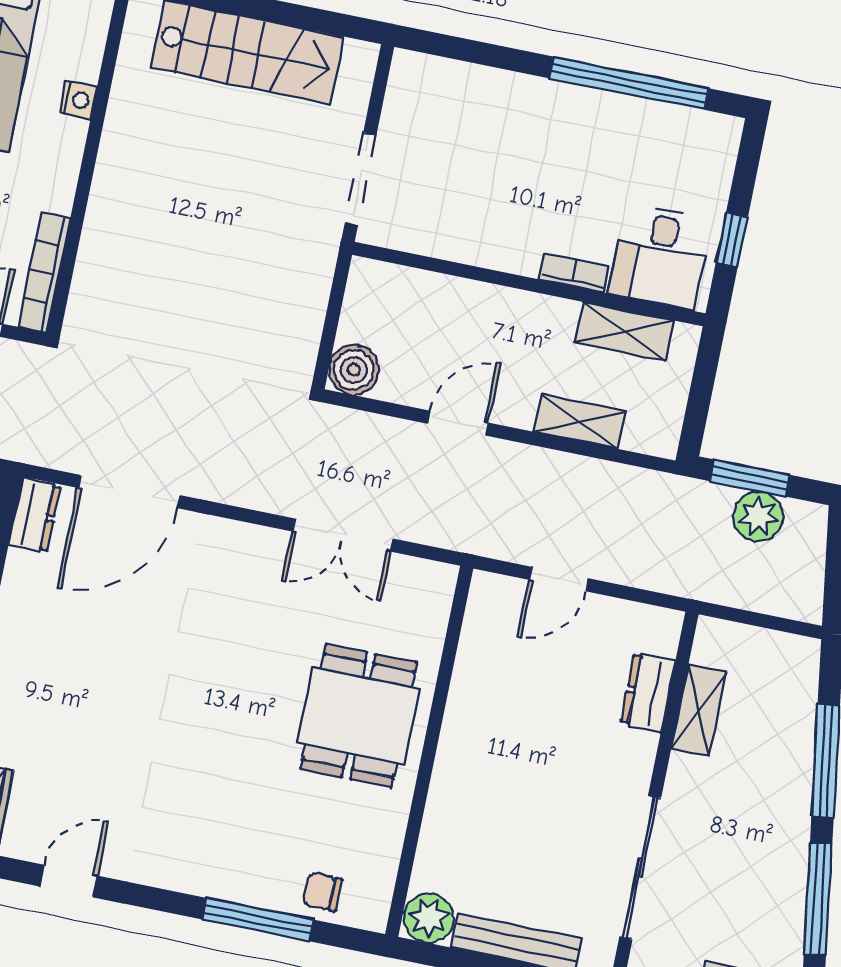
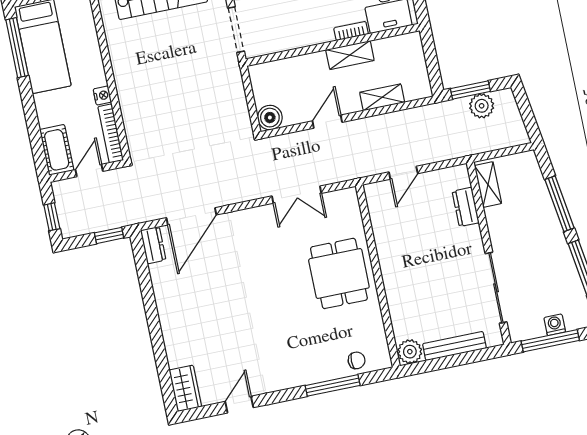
nightstand: (78, 99) -> (102, 95), moved
shelving: (624, 332) -> (350, 55), moved
shelving: (699, 710) -> (488, 185), moved
chair: (322, 892) -> (357, 360), turned 180

